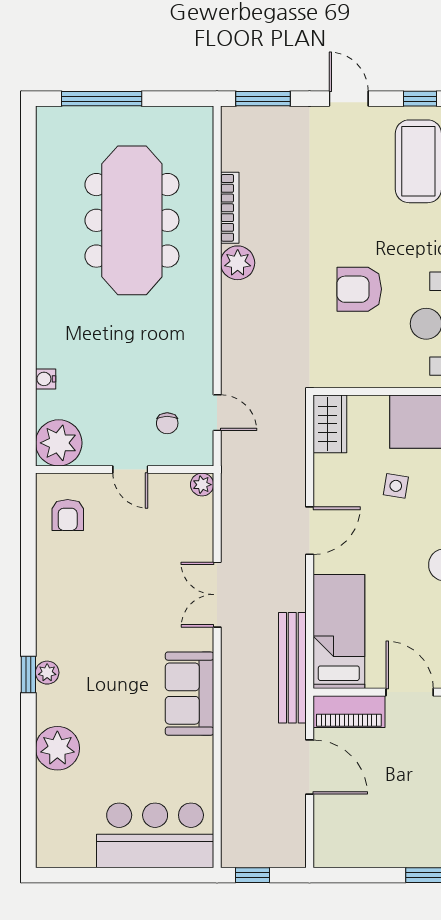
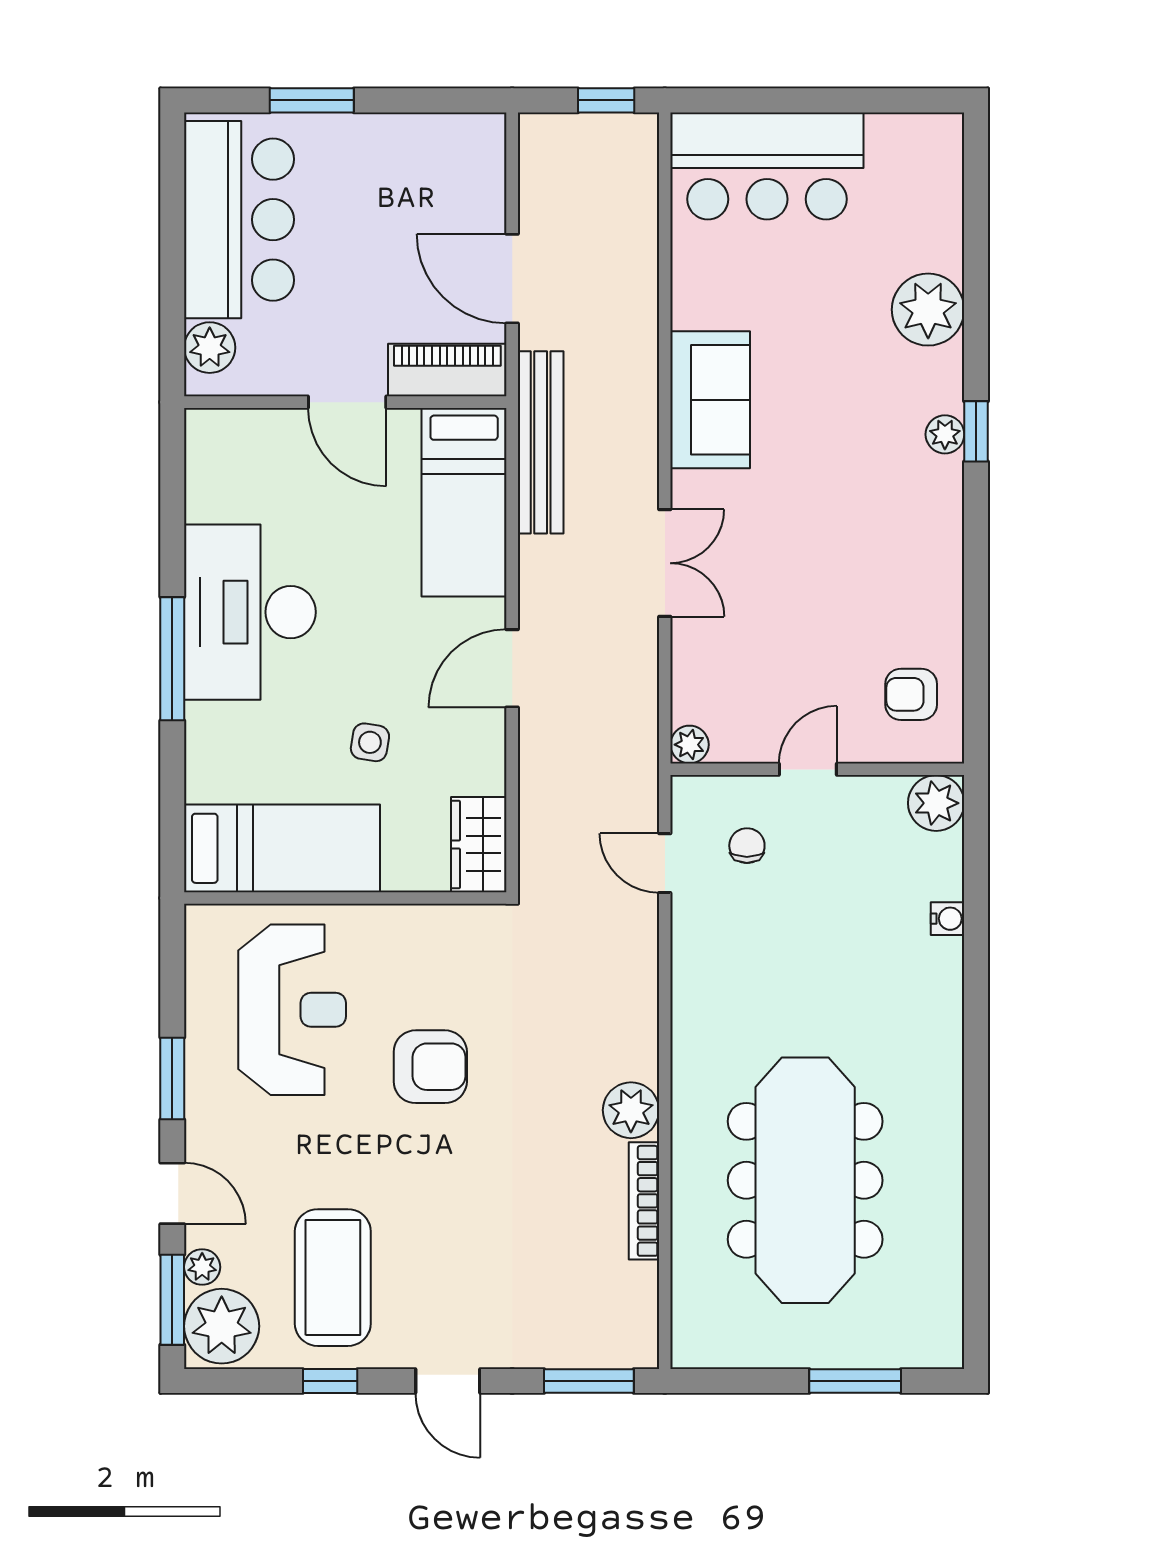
window: (102, 99) -> (855, 1381), width x0.69
plant: (59, 443) -> (936, 803), width x0.73, depth x0.73
door: (130, 470) -> (808, 769), hinge flipped
armchair: (68, 515) -> (911, 694), turned -90

